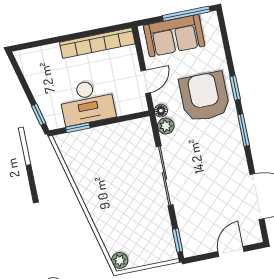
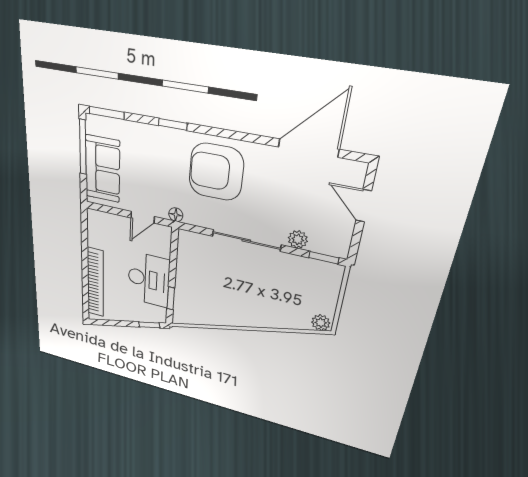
bookcase: (97, 43) -> (95, 283), moved
door: (146, 82) -> (143, 217), swing flipped
armchair: (204, 97) -> (216, 172), moved
plant: (166, 126) -> (298, 239), moved
window: (244, 130) -> (107, 113), moved

